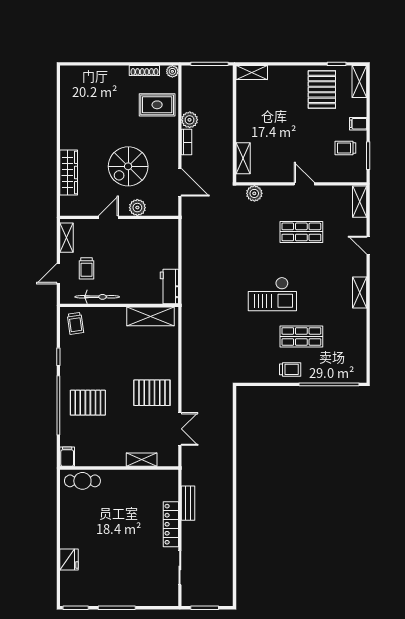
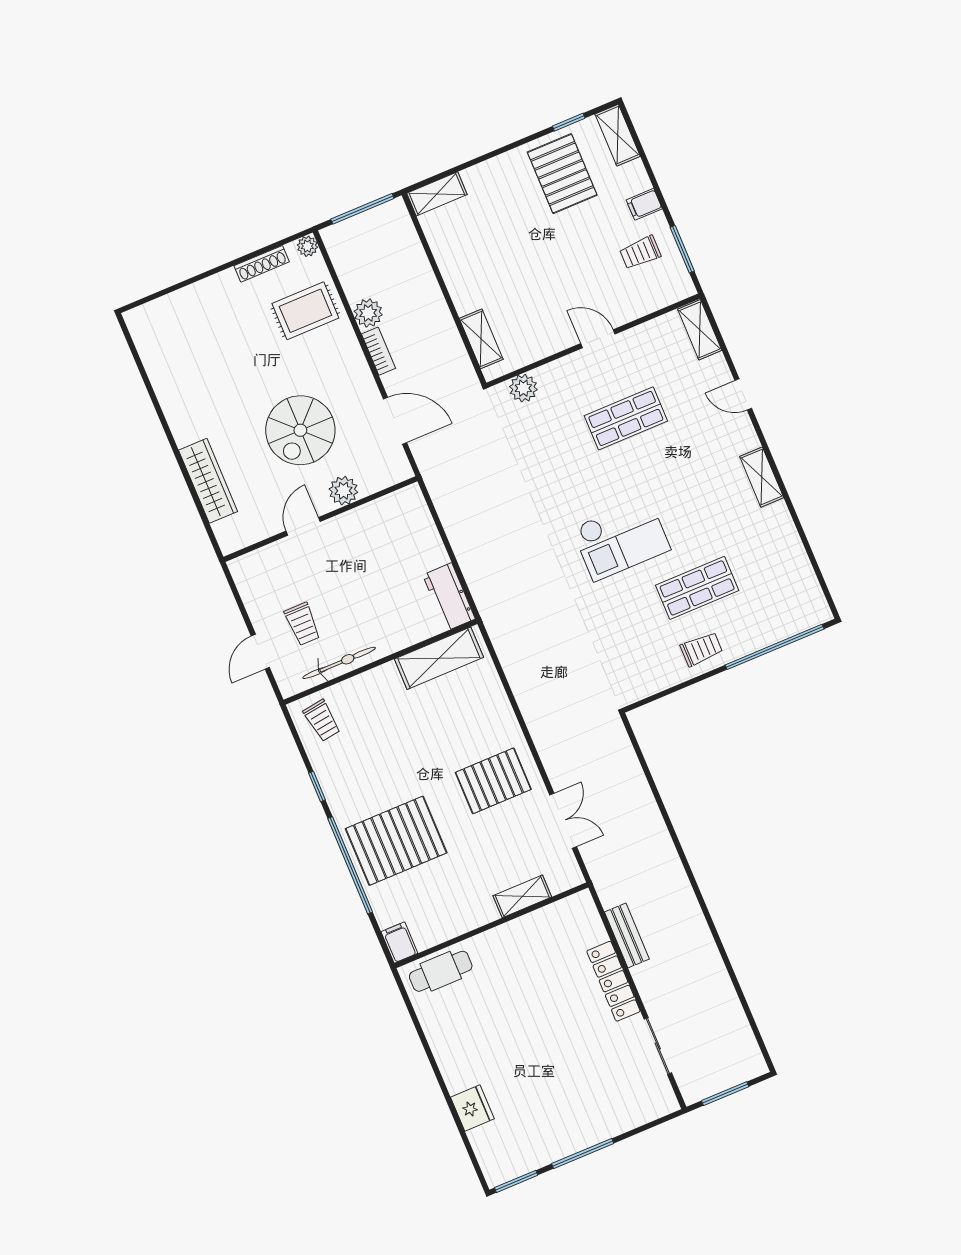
shelving: (66, 238) -> (249, 588), removed
pallet: (88, 403) -> (396, 841), width x1.37, depth x1.41

